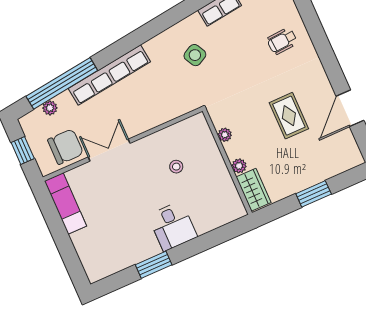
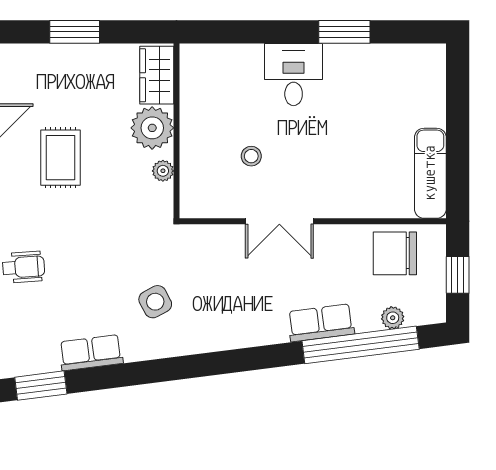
row of seats: (109, 75) -> (321, 323), width x0.50
double door: (109, 150) -> (279, 221), moved
plant: (239, 166) -> (152, 128), width x1.87, depth x1.87

